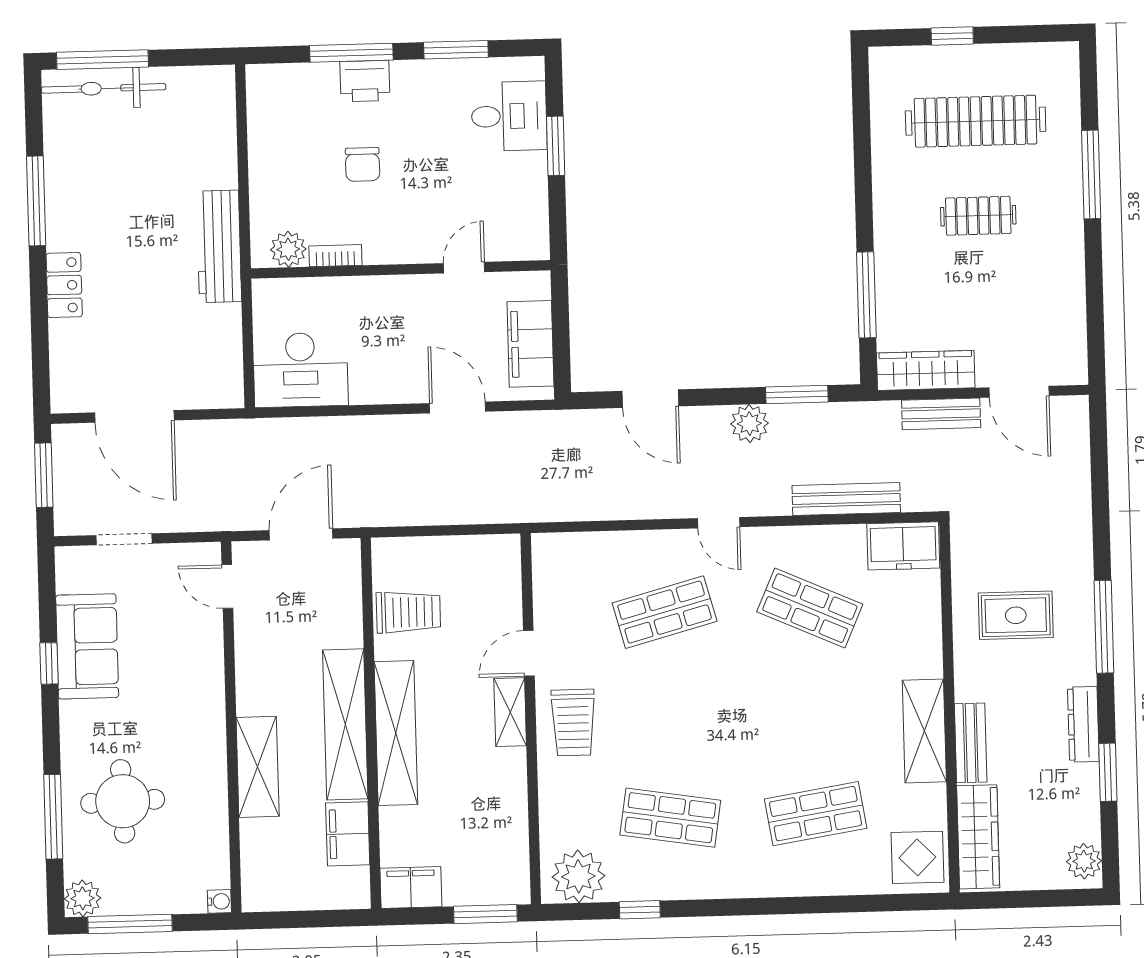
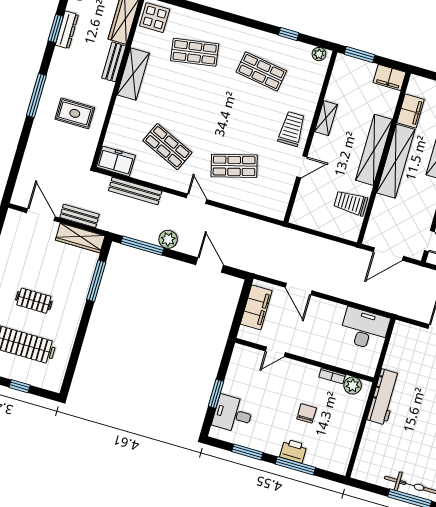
window: (797, 395) -> (142, 246), width x1.44
shelving: (510, 712) -> (326, 118), moved
dresser: (1083, 724) -> (67, 30), moved
plant: (578, 876) -> (319, 54), width x0.53, depth x0.53

